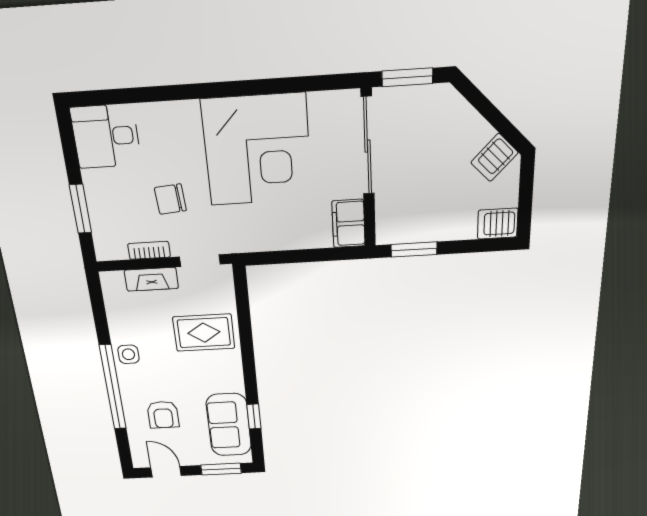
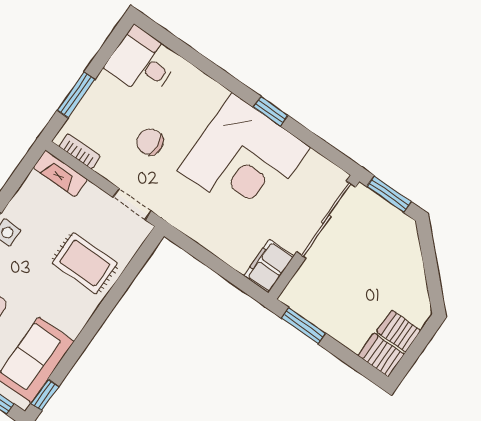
window: (246, 88) -> (271, 111), added
server rack: (494, 158) -> (399, 331), moved, turned 45
bookcase: (149, 250) -> (80, 151), moved
fireplace: (151, 279) -> (60, 173), moved
window: (254, 416) -> (45, 395), moved

